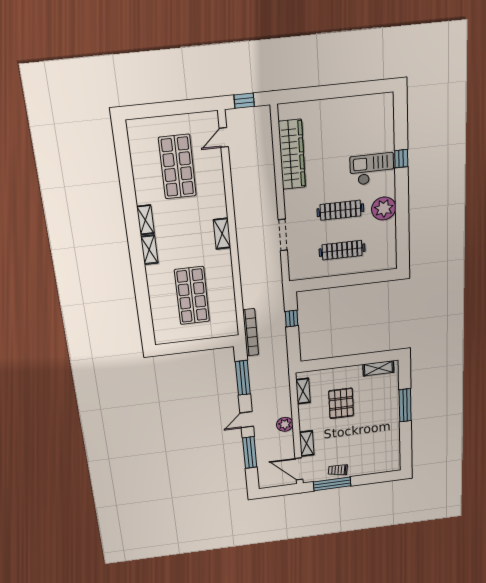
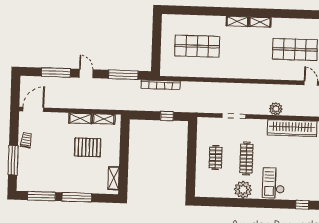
window: (401, 159) -> (302, 205), moved
checkout: (372, 169) -> (274, 183), turned 180
shelving: (222, 234) -> (242, 73), removed
clothes rail: (342, 250) -> (216, 158), width x0.73
plant: (285, 424) -> (276, 109), moved
shelving: (307, 443) -> (80, 118), moved
window: (406, 443) -> (42, 196), added
window: (332, 484) -> (13, 160), moved

